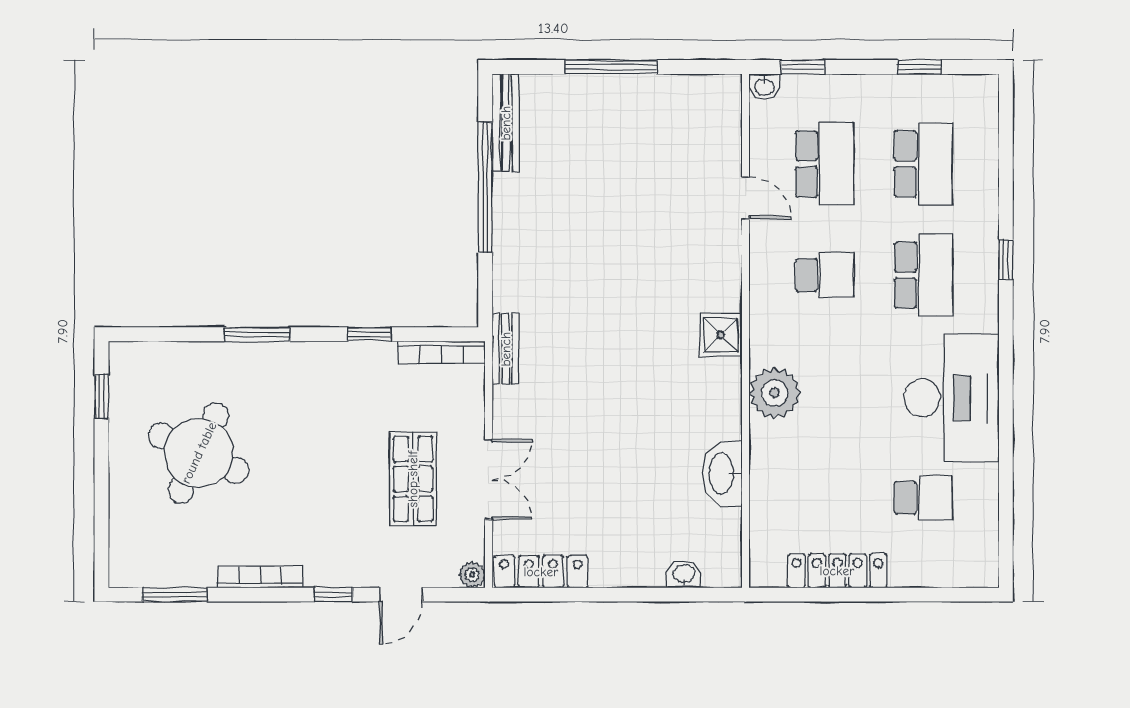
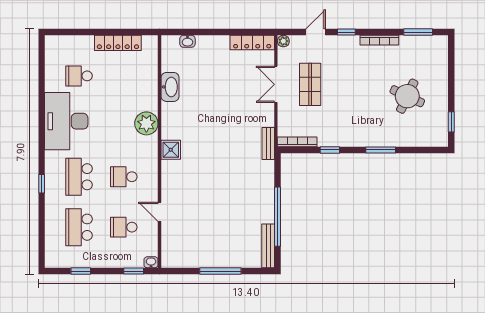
school desk: (825, 164) -> (124, 227), width x0.54
round table: (199, 453) -> (407, 96), width x0.73, depth x0.73

